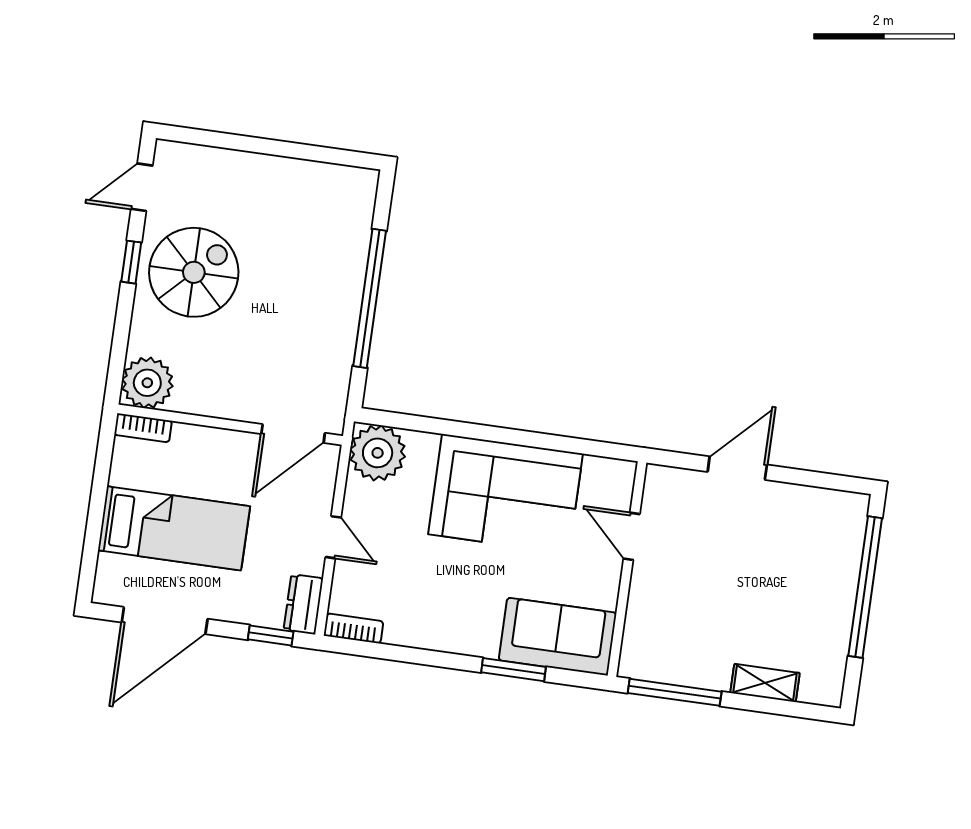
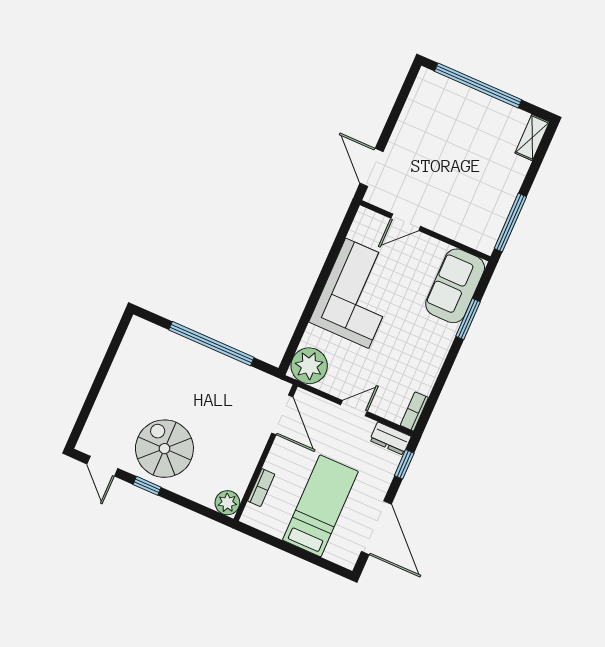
plant: (147, 383) -> (227, 503), width x0.73, depth x0.73
bookcase: (143, 428) -> (261, 488), moved
door: (737, 468) -> (372, 167), moved
shelving: (765, 683) -> (532, 137), moved

